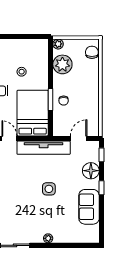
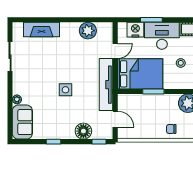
chair: (64, 101) -> (171, 129), moved
window: (102, 188) -> (54, 142), moved
sofa: (89, 207) -> (22, 122), moved, turned 90
plant: (48, 238) -> (17, 99), moved

